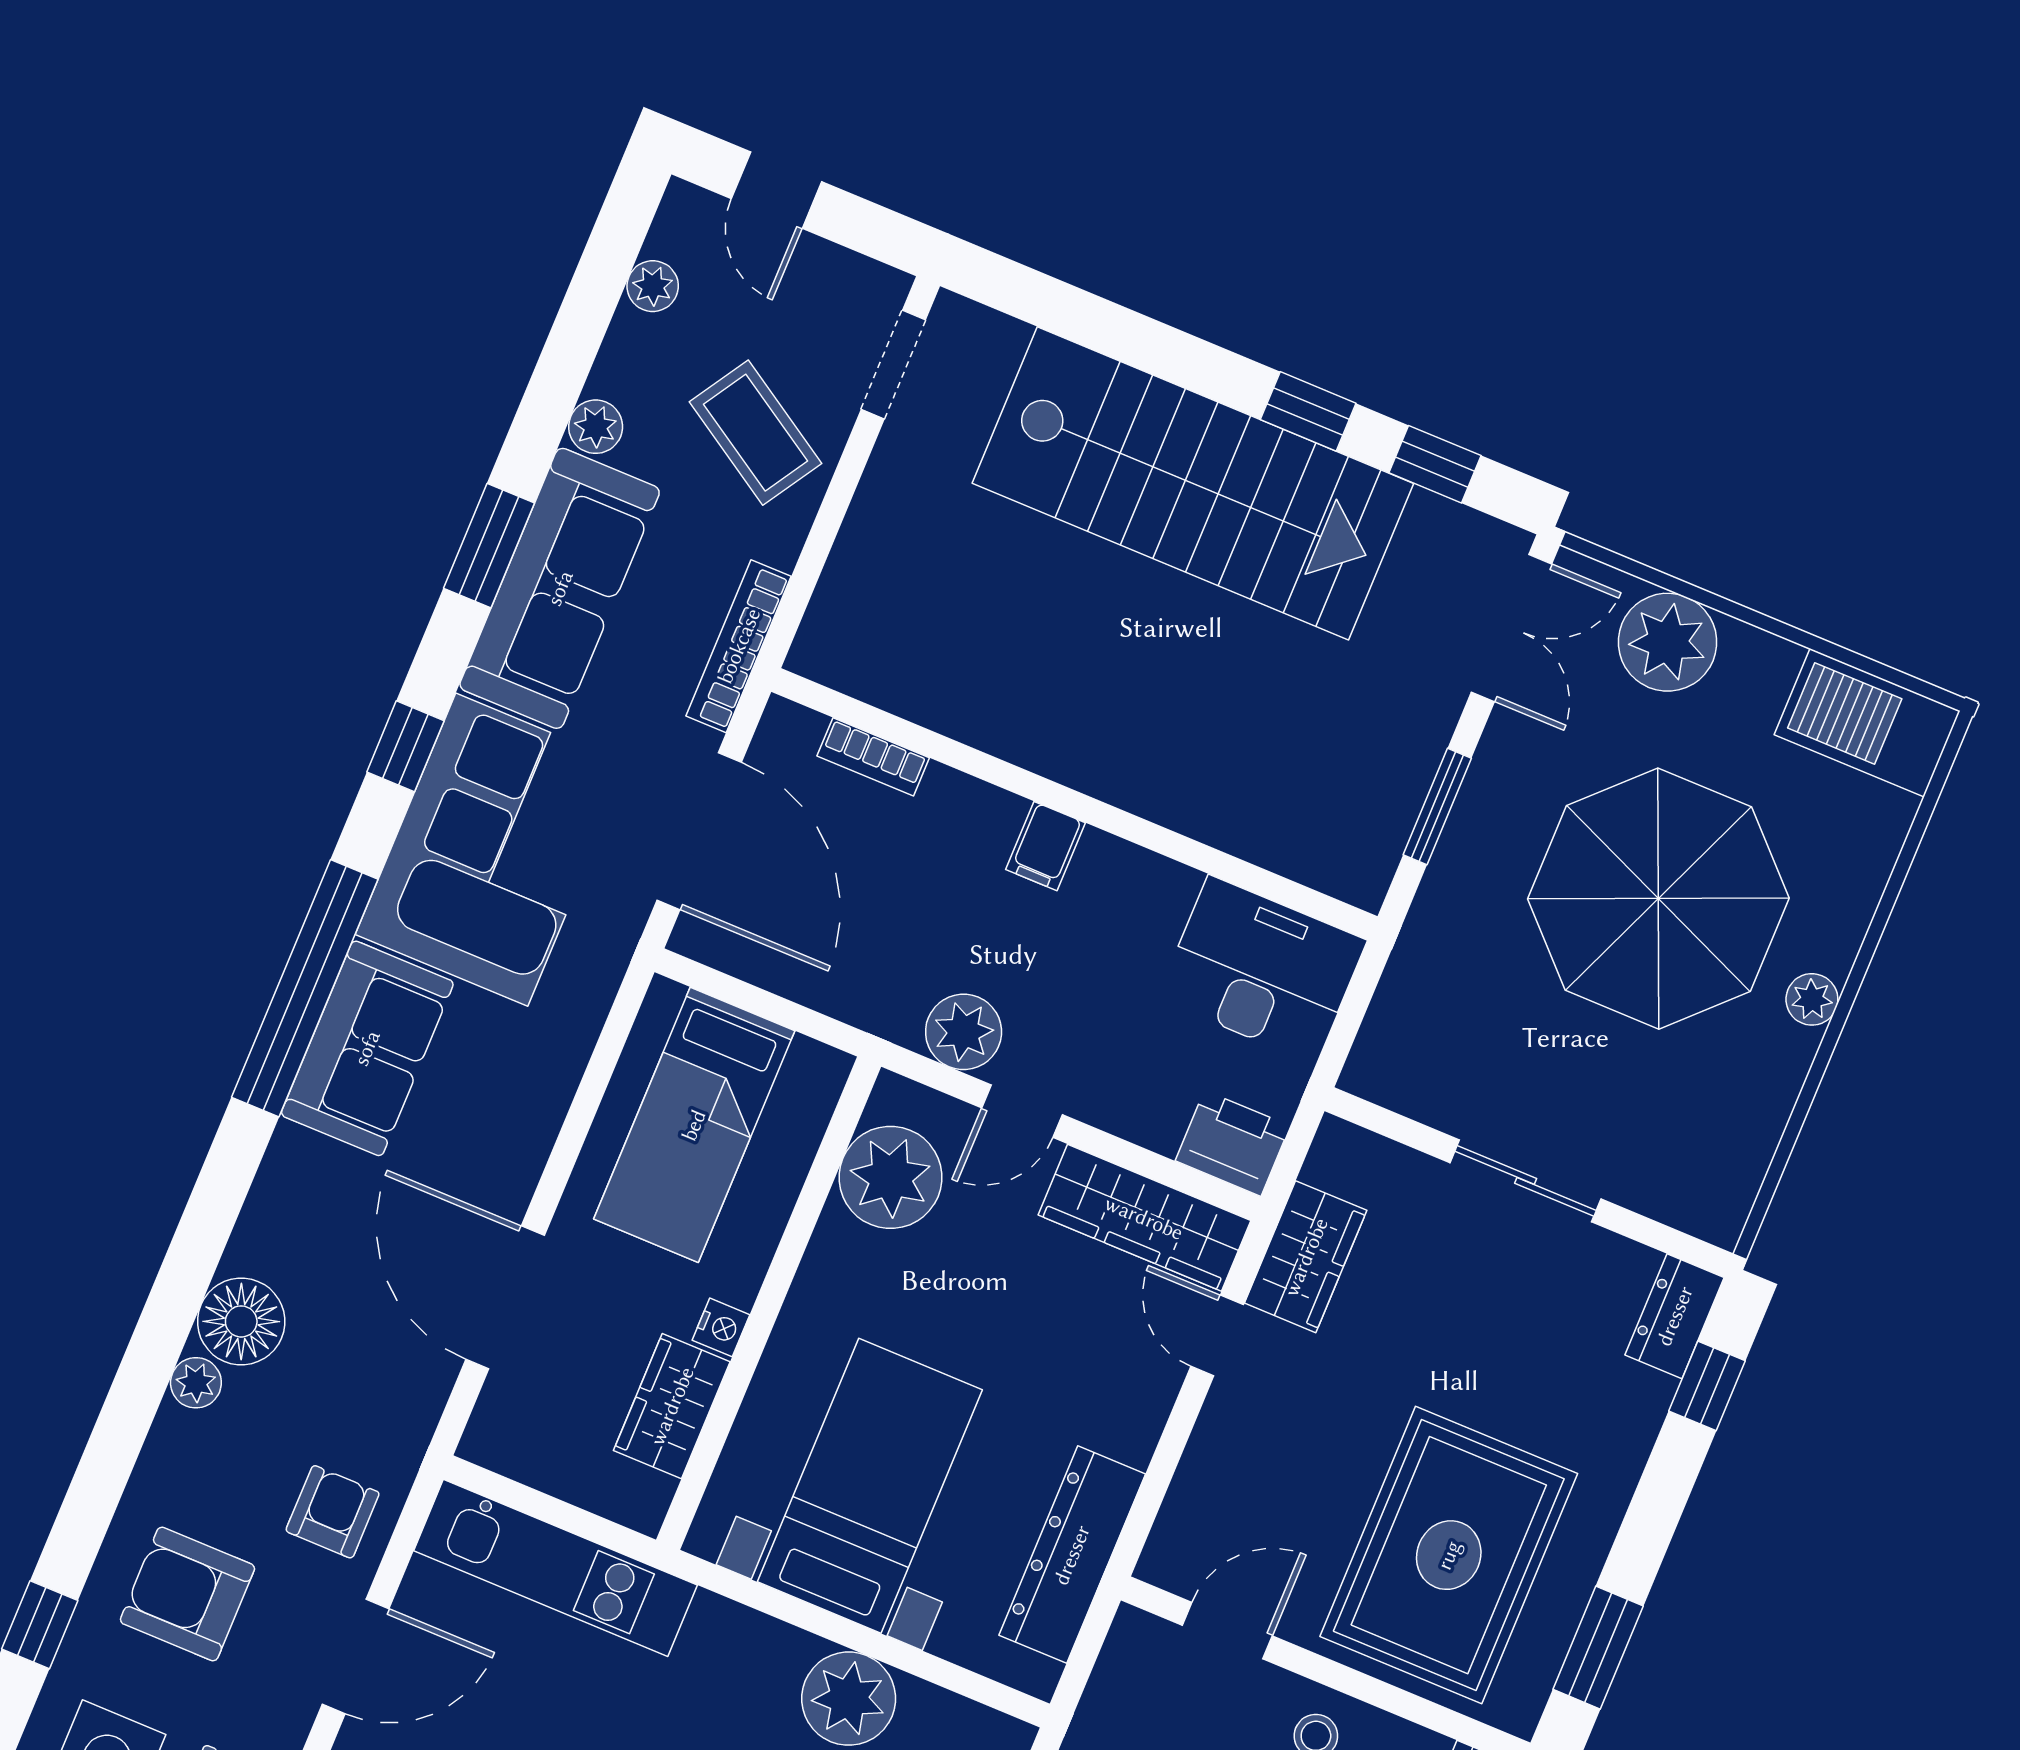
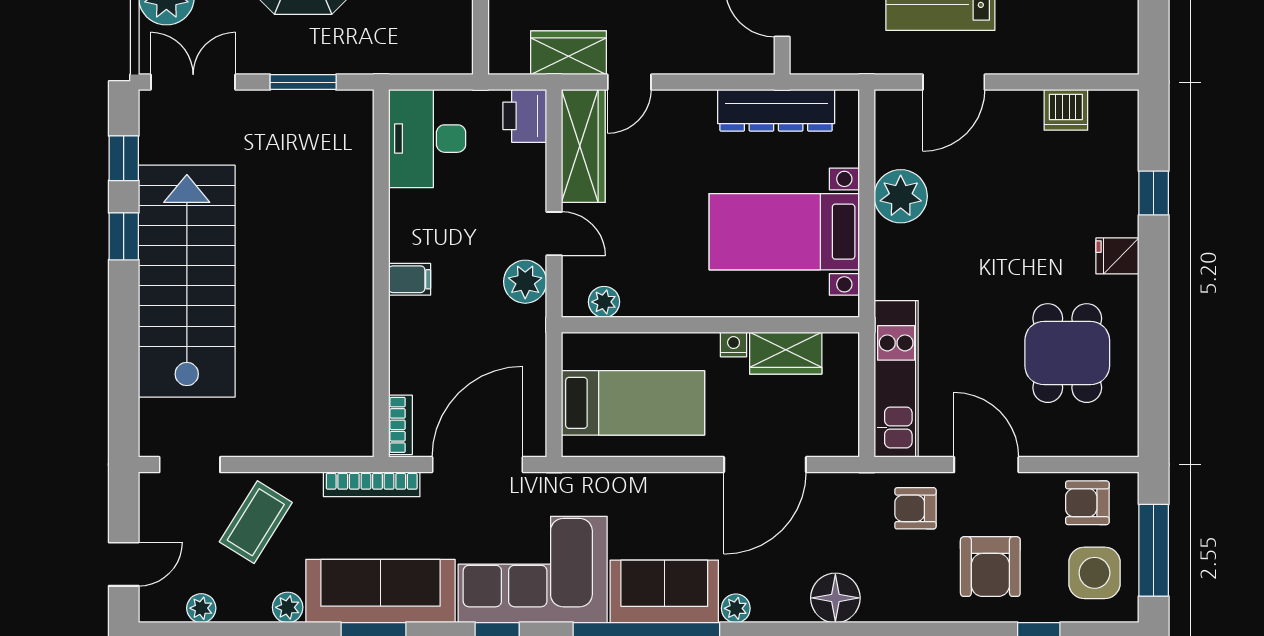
bookcase: (873, 757) -> (400, 425), moved
plant: (890, 1177) -> (604, 302), width x0.53, depth x0.53
plant: (196, 1383) -> (736, 608), moved

